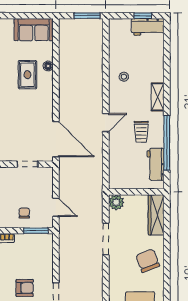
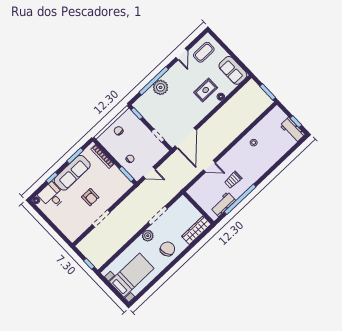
shelving: (158, 97) -> (260, 171), removed
door: (106, 123) -> (209, 166), moved
plant: (116, 202) -> (148, 236), moved
door: (56, 207) -> (149, 173), hinge flipped

